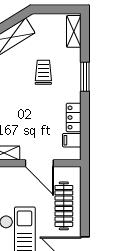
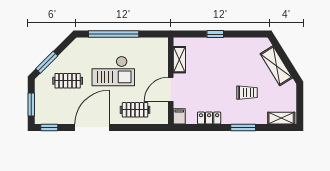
filing cabinet: (72, 140) -> (179, 116), moved
clothes rail: (64, 206) -> (135, 110), width x0.73

